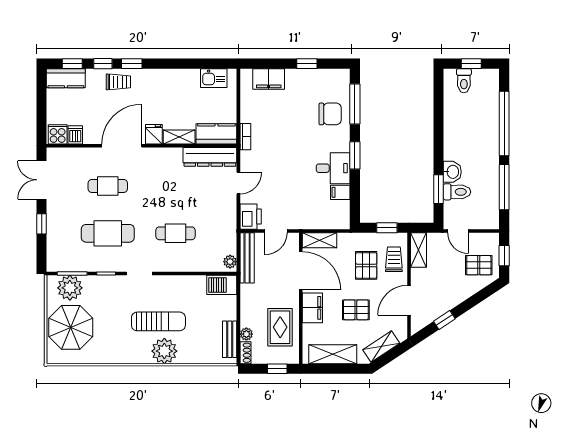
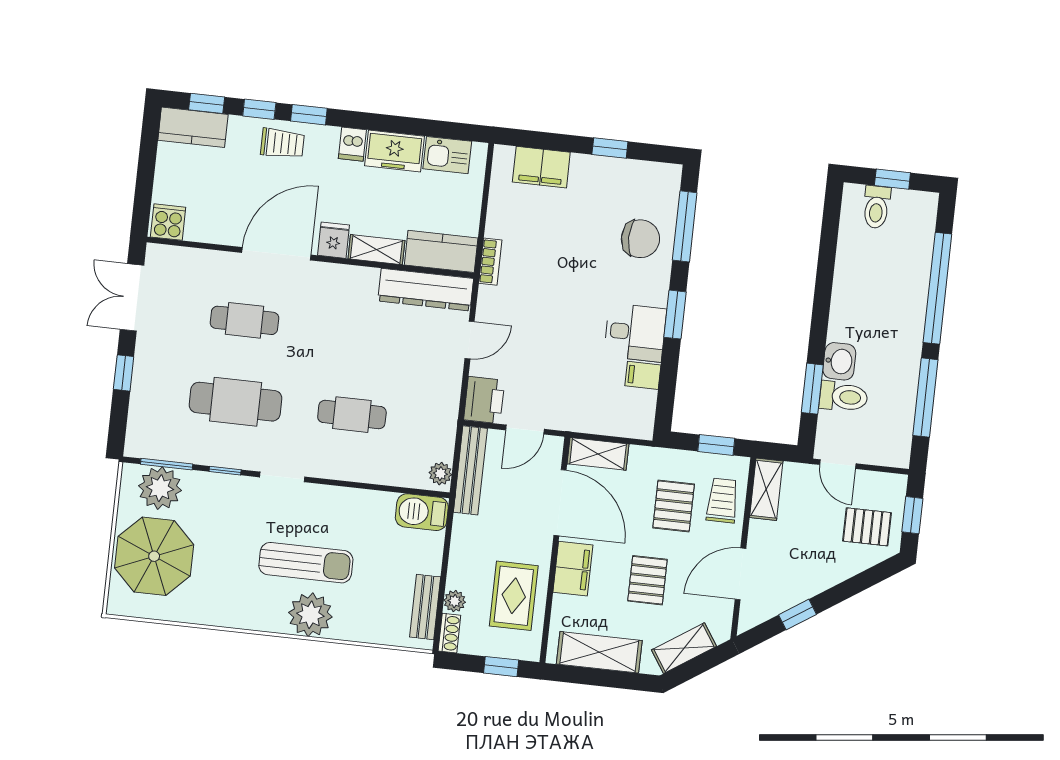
freezer: (183, 79) -> (395, 151), added
dishwasher: (75, 135) -> (352, 144), moved, turned 180
pallet: (356, 310) -> (647, 580), turned 90

